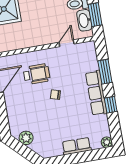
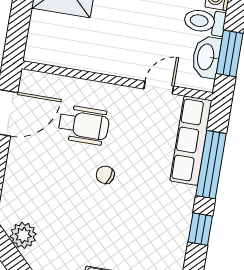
window: (105, 72) -> (211, 165), width x1.44
row of seats: (96, 93) -> (191, 141), moved

